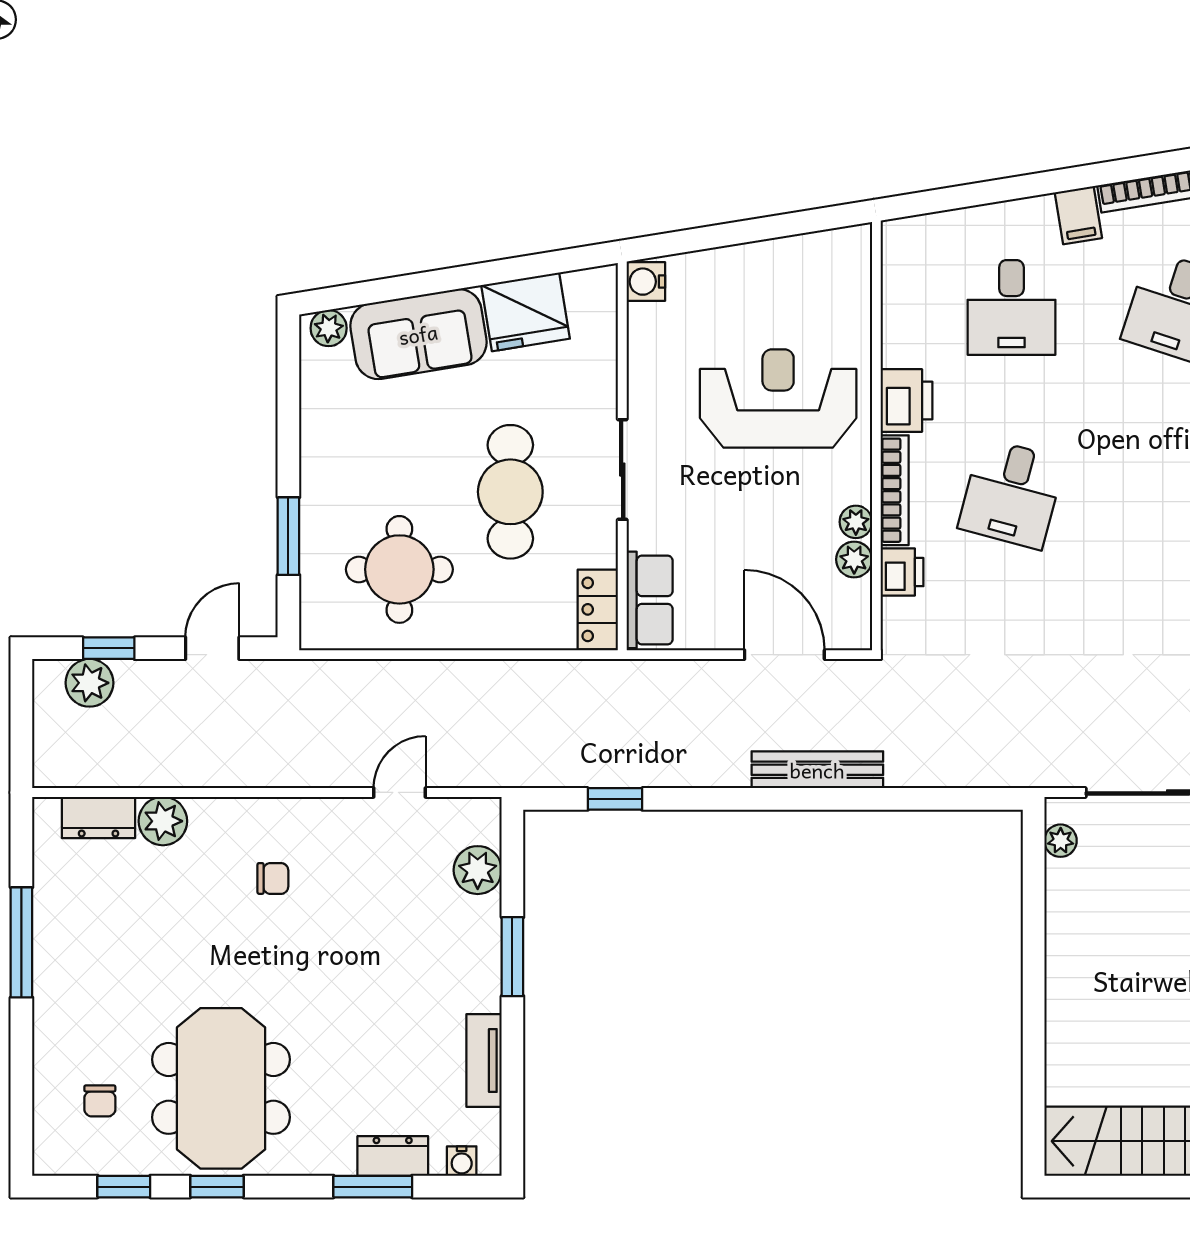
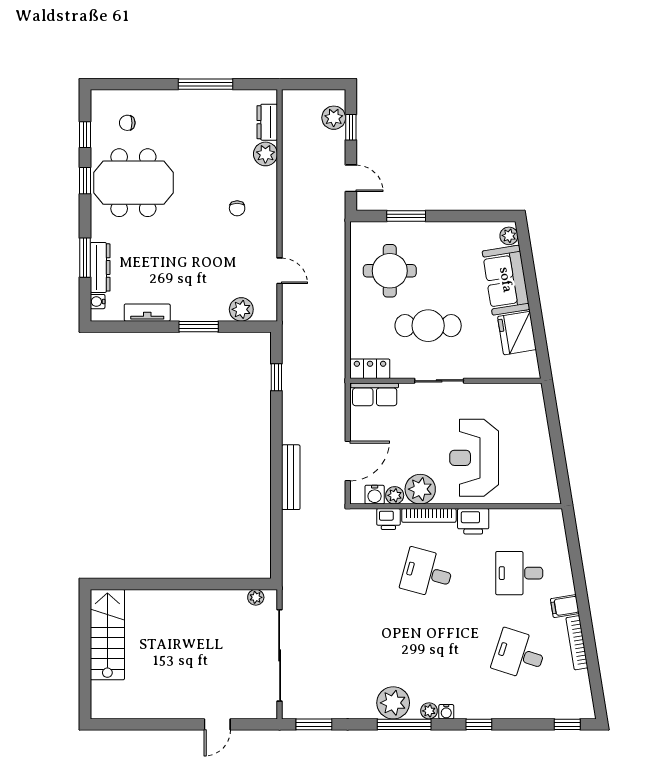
water cooler: (646, 282) -> (375, 495), moved, turned 180
reception desk: (778, 398) -> (474, 458), turned 180
plant: (856, 522) -> (420, 489), width x1.87, depth x1.87
dresser: (393, 1156) -> (100, 267), width x1.44

